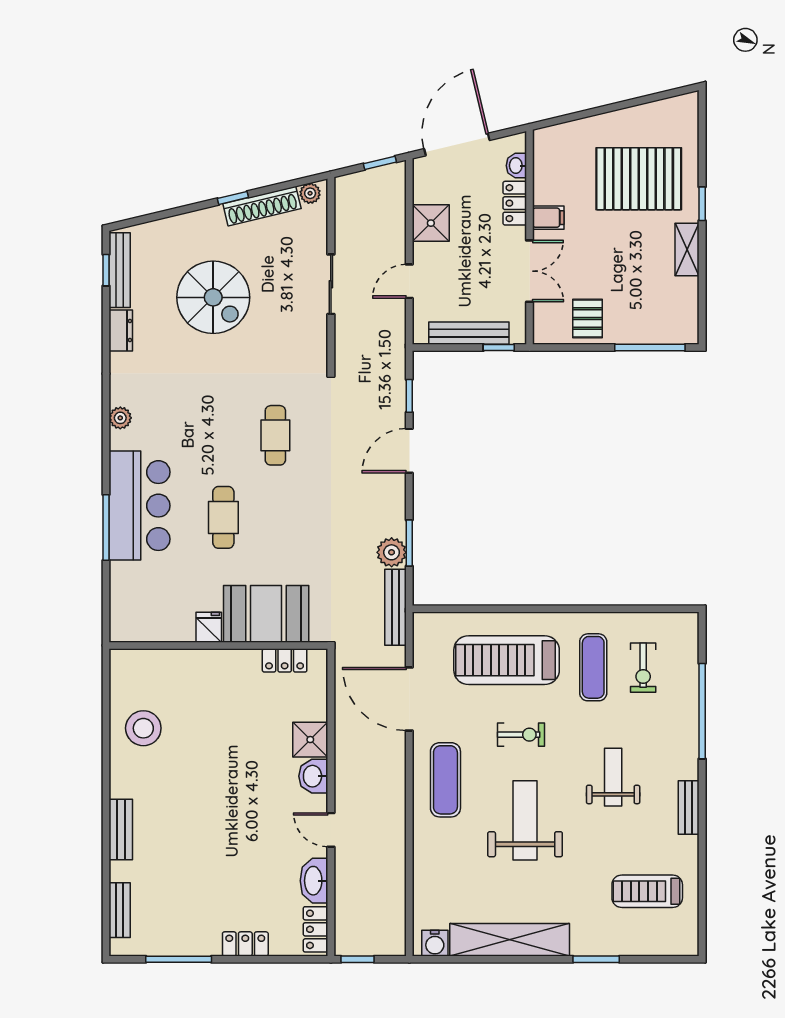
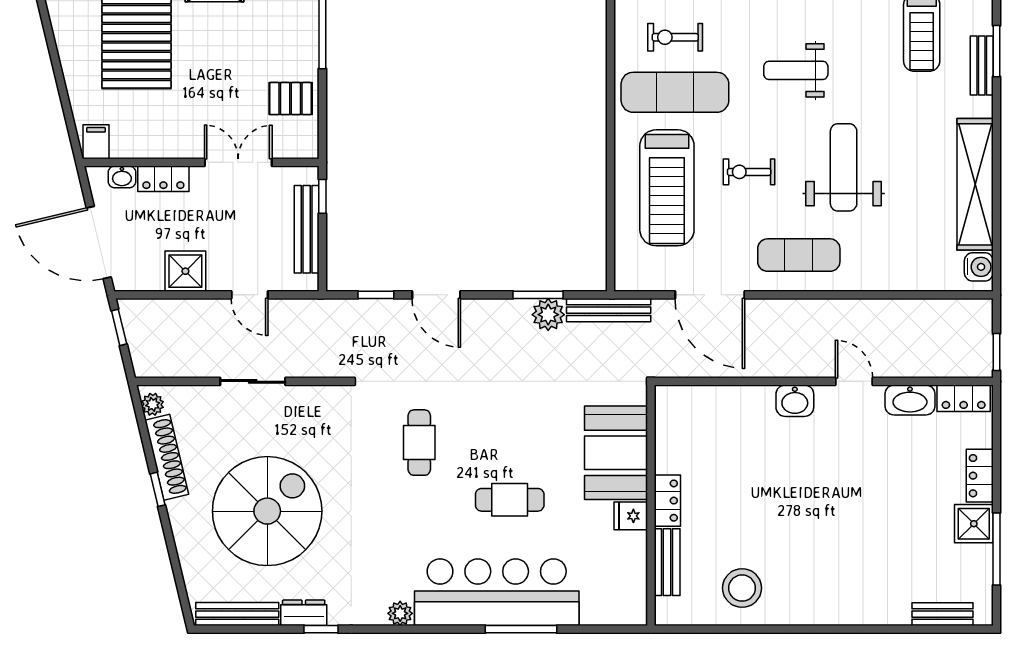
filing cabinet: (548, 218) -> (96, 142), moved
window: (106, 270) -> (321, 629), moved
spiral stairs: (213, 297) -> (267, 511), width x1.37, depth x1.37
cafe table: (275, 435) -> (419, 443), turned 90
bar counter: (140, 506) -> (497, 592), width x1.36
locker: (285, 660) -> (667, 501), moved
exercise mat: (593, 667) -> (675, 92), width x1.36, depth x1.45
exercise bike: (643, 668) -> (675, 37), turned 180
door: (409, 699) -> (710, 295), hinge flipped
exercise bike: (521, 735) -> (749, 172), turned -90
shower: (310, 740) -> (974, 524), moved
weight bench: (525, 820) -> (844, 167), turned 90
bench: (121, 829) -> (667, 562), moved, turned 90
door: (331, 830) -> (854, 381), swing flipped
bench: (618, 946) -> (982, 65), added
window: (596, 959) -> (997, 51), moved

